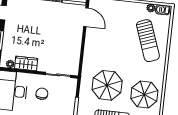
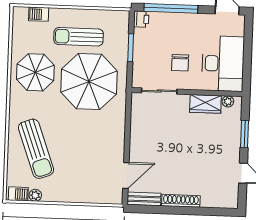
door: (86, 17) -> (126, 175), swing flipped
sun lounger: (148, 41) -> (36, 149), turned 180
parasol: (107, 85) -> (89, 82), width x1.36, depth x1.36

